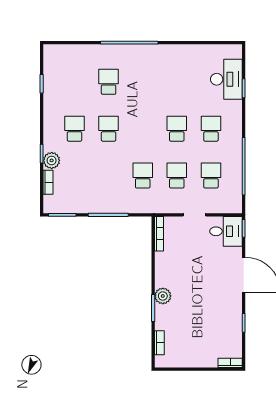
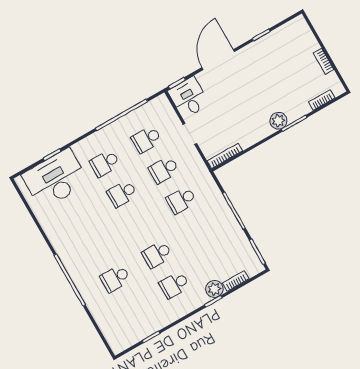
desk: (226, 79) -> (55, 179), width x1.36, depth x1.30
bookcase: (230, 363) -> (324, 61), moved

